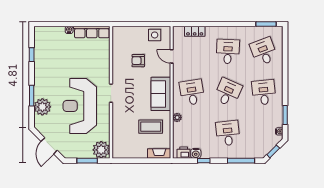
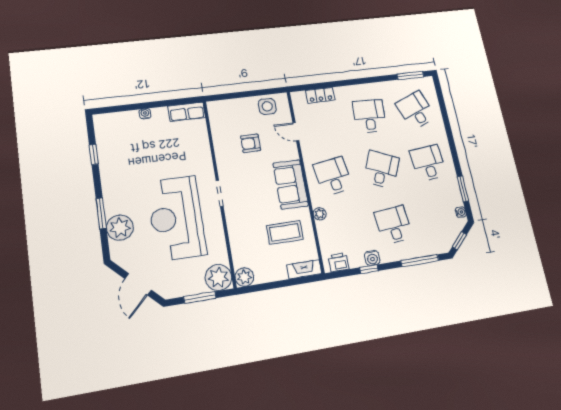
row of seats: (92, 32) -> (187, 112), width x0.68
plant: (118, 152) -> (244, 277), added
water cooler: (196, 153) -> (372, 258), moved

